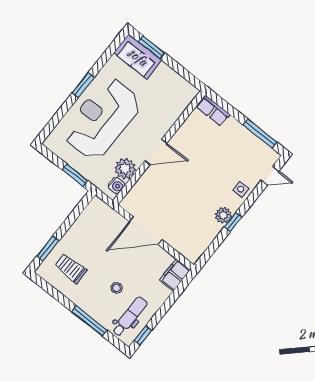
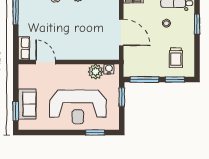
sofa: (138, 57) -> (27, 104), moved
window: (83, 85) -> (95, 133), moved
door: (156, 152) -> (46, 62), moved
window: (74, 215) -> (144, 80), added
window: (89, 321) -> (197, 24), width x0.69

